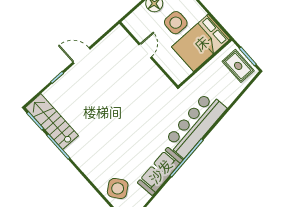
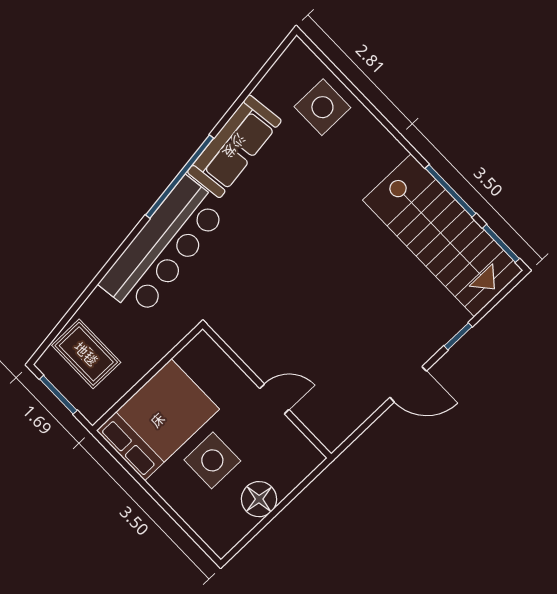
door: (145, 51) -> (274, 399), swing flipped
rug: (238, 66) -> (86, 354), moved
stairs: (52, 122) -> (443, 235), width x1.36, depth x1.51
side table: (118, 188) -> (322, 107), turned 38

